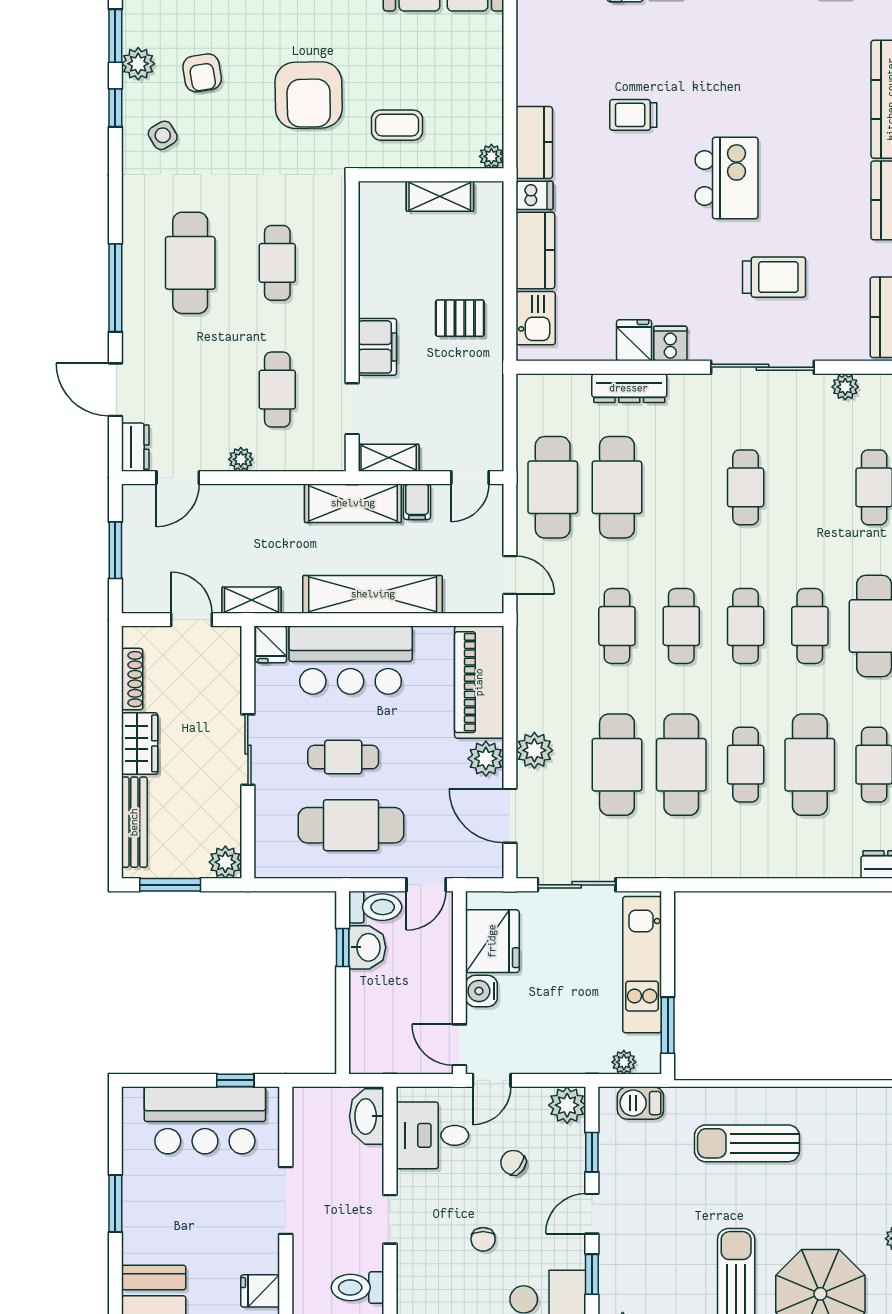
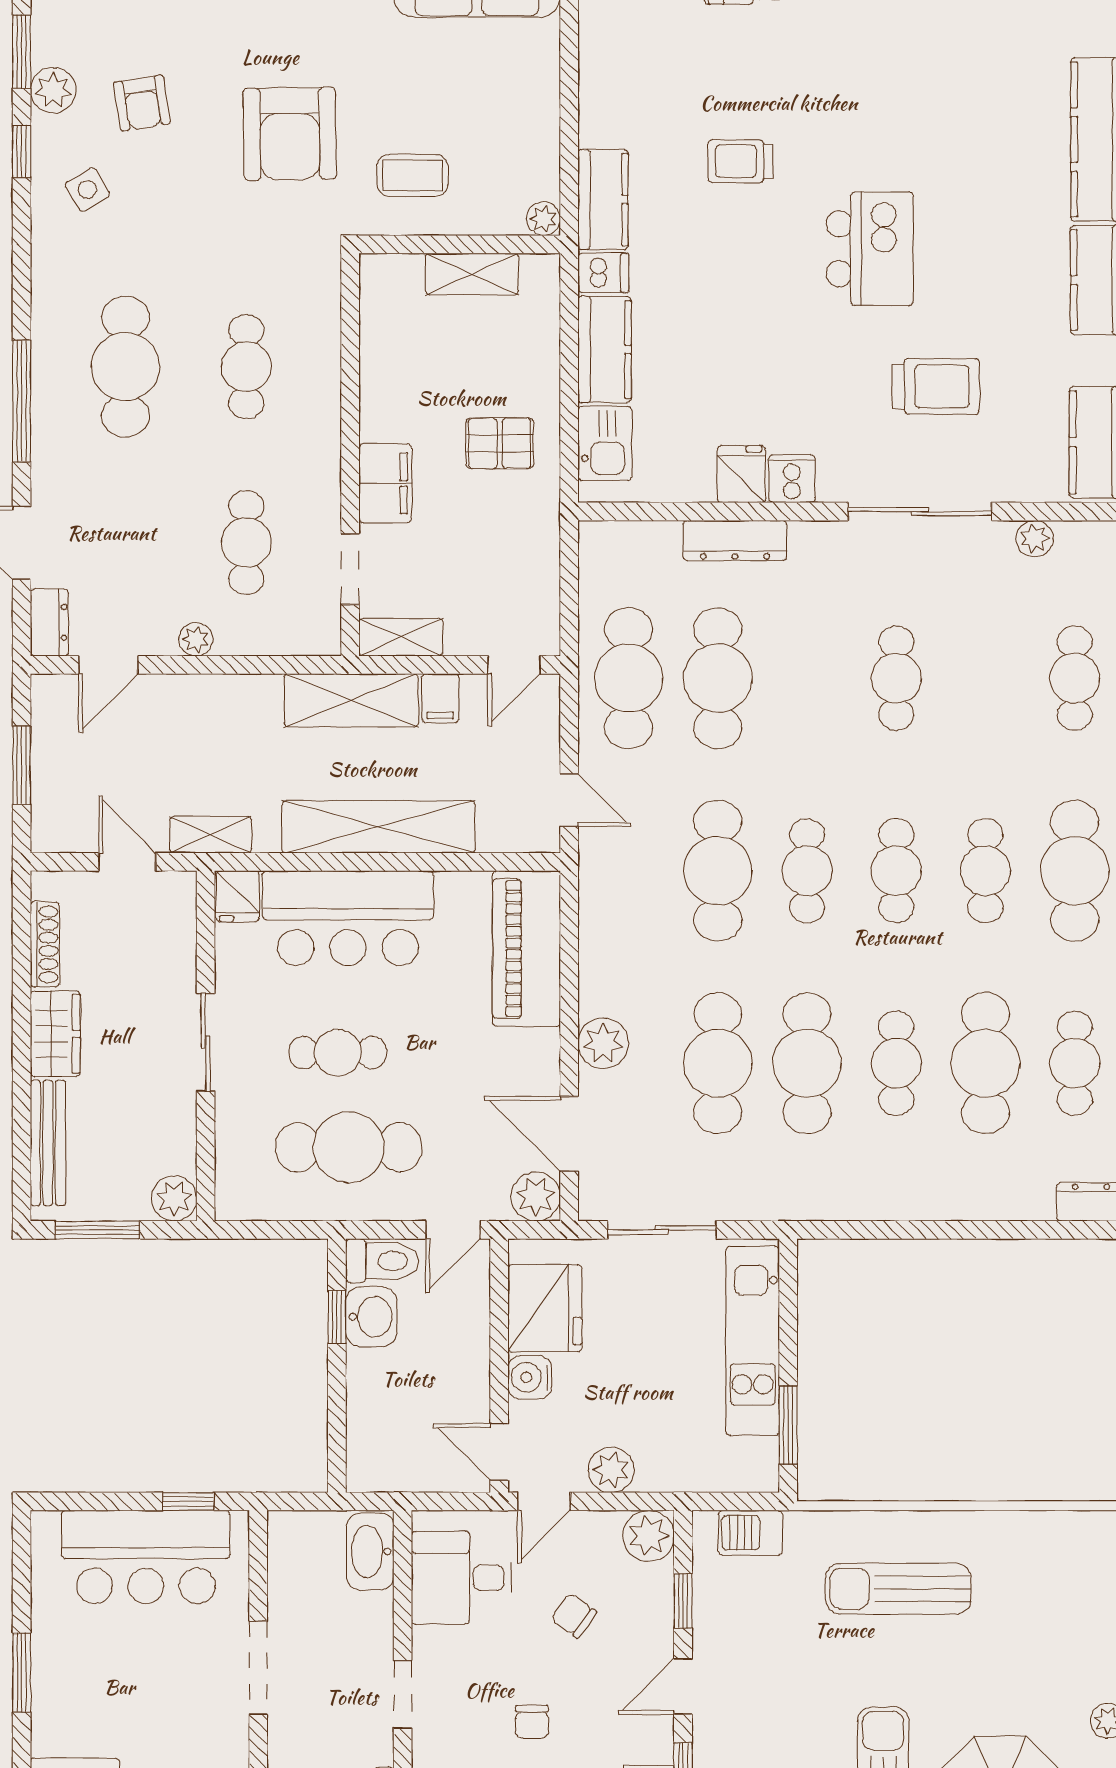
cafe table: (617, 626) -> (718, 871), width x1.37, depth x1.35
plant: (486, 759) -> (536, 1196), moved
plant: (624, 1062) -> (611, 1470), moved, width x1.38, depth x1.38

